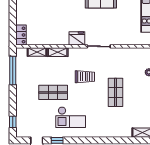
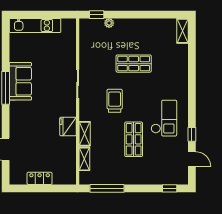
locker: (21, 35) -> (40, 178), moved
fridge: (77, 38) -> (68, 126), moved

